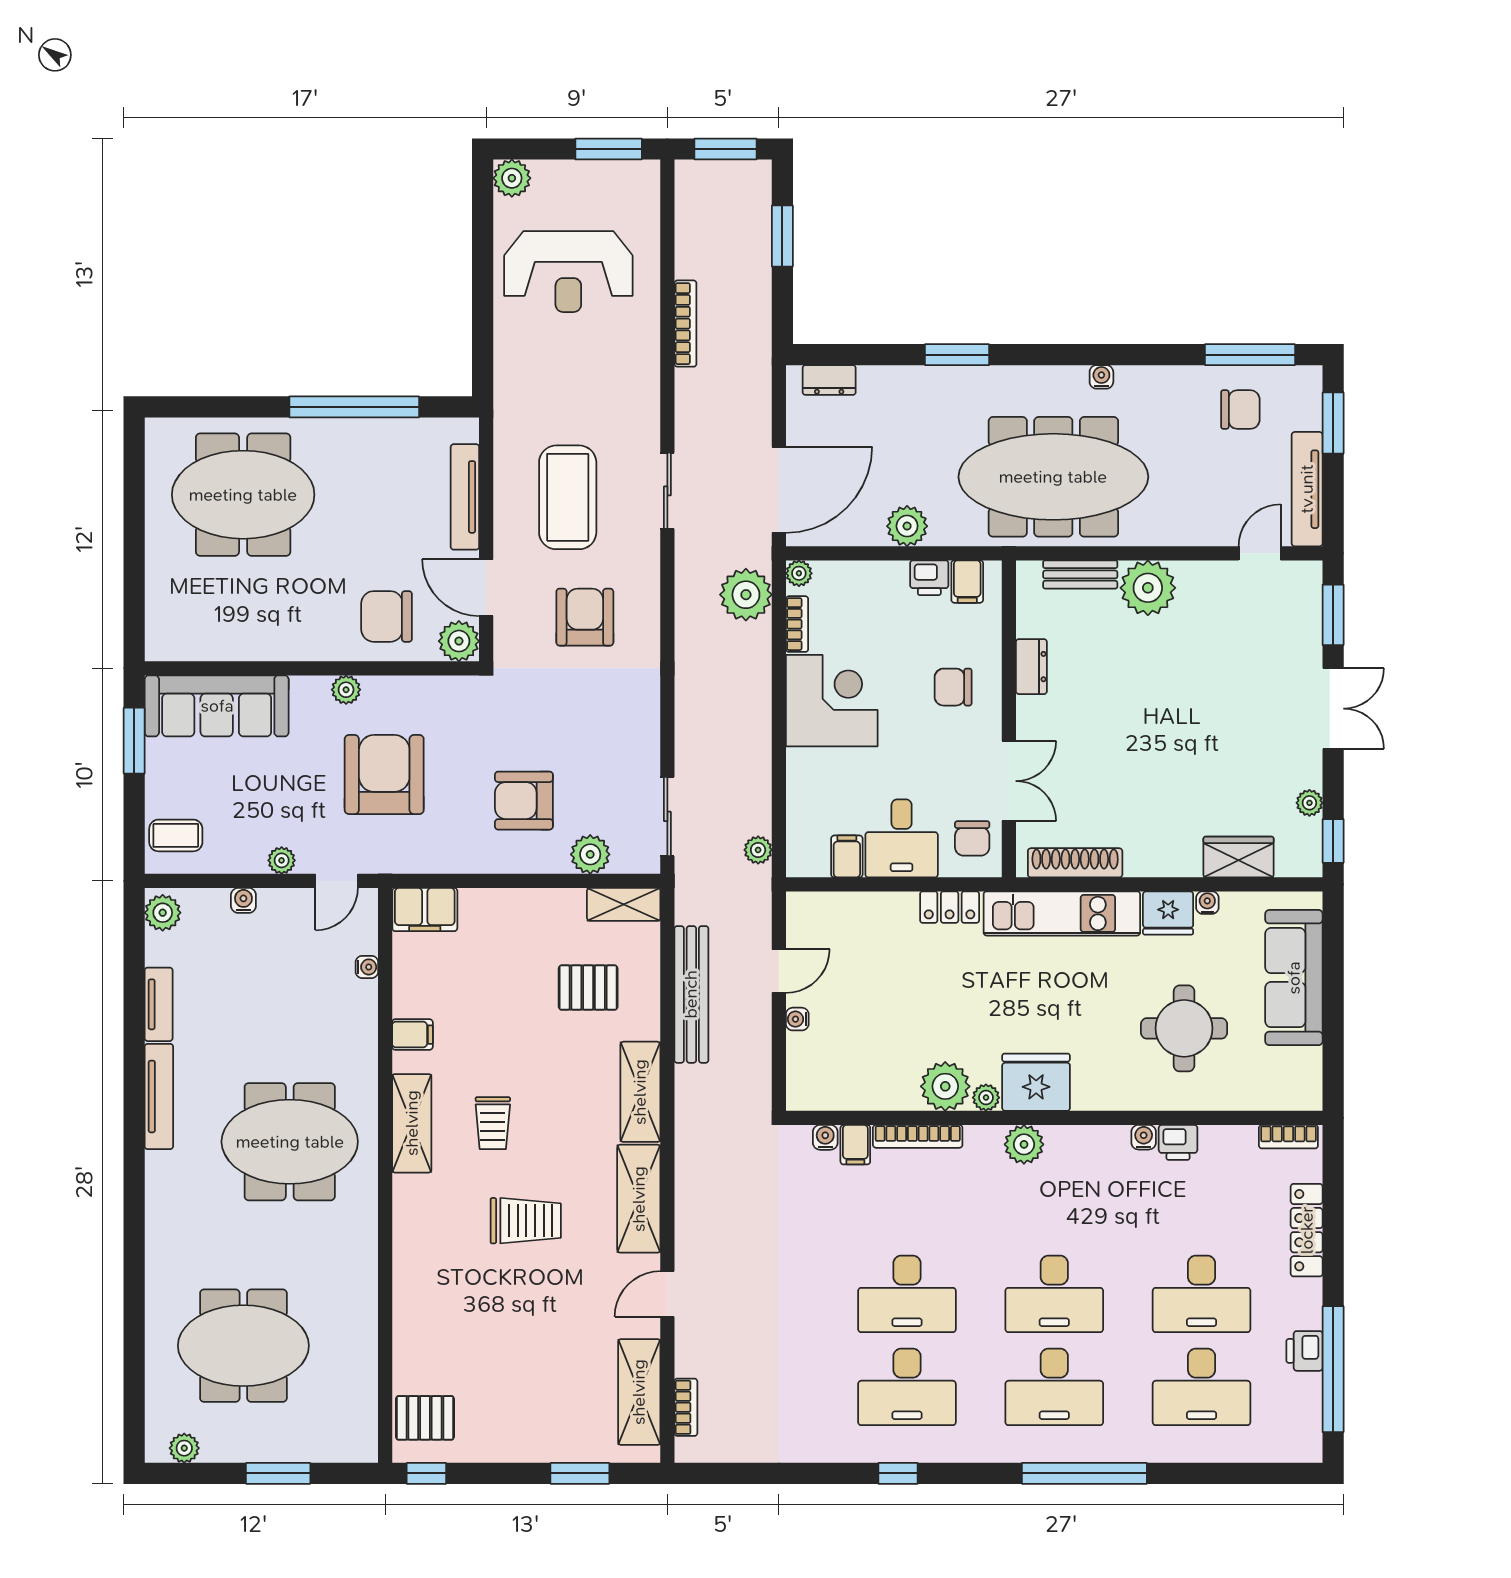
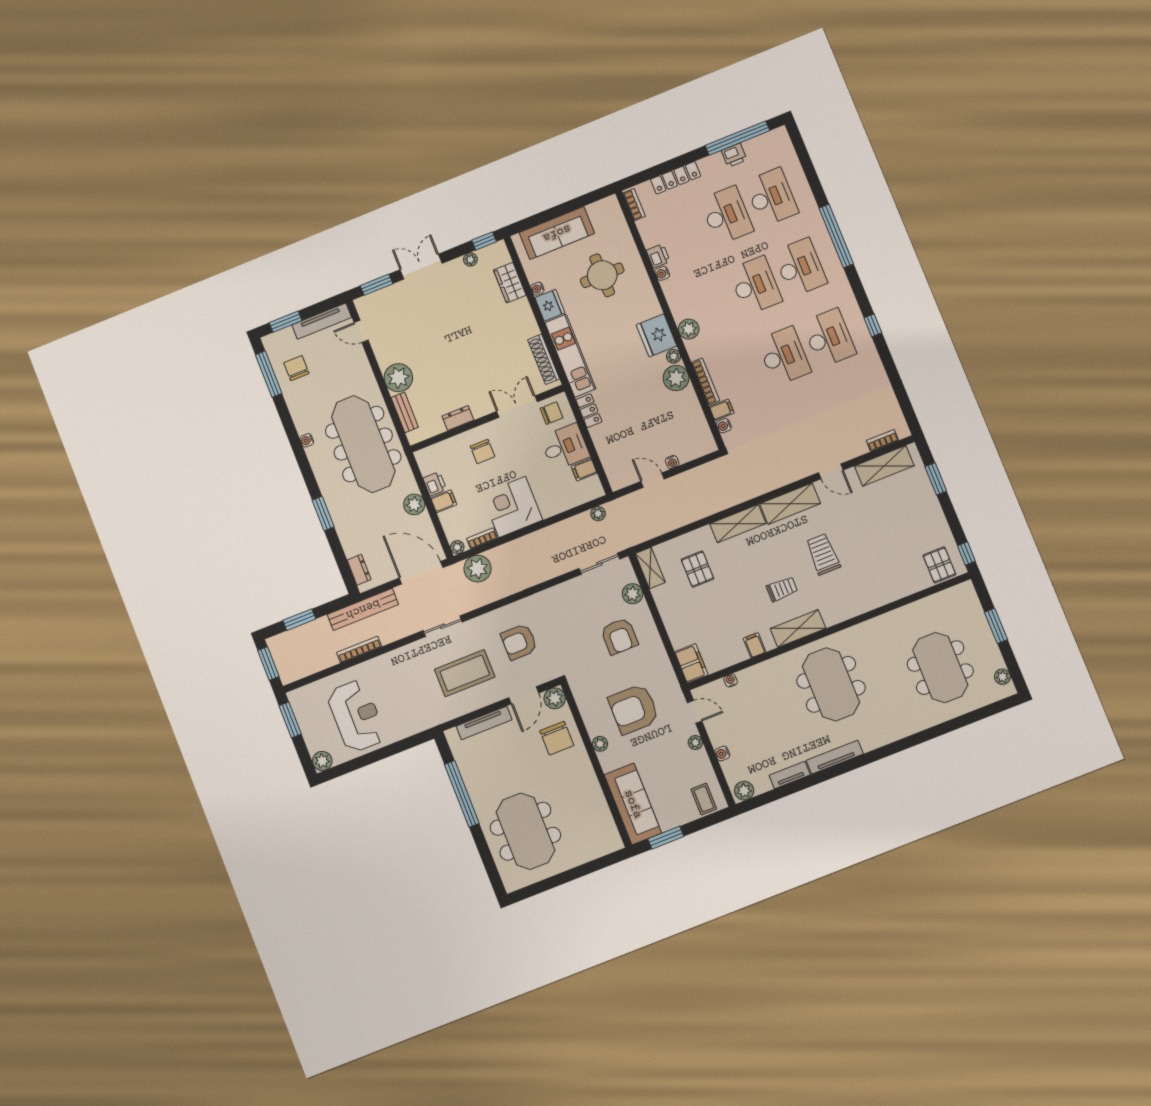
filing cabinet: (967, 582) -> (444, 501), moved
bench: (691, 994) -> (363, 609), moved

